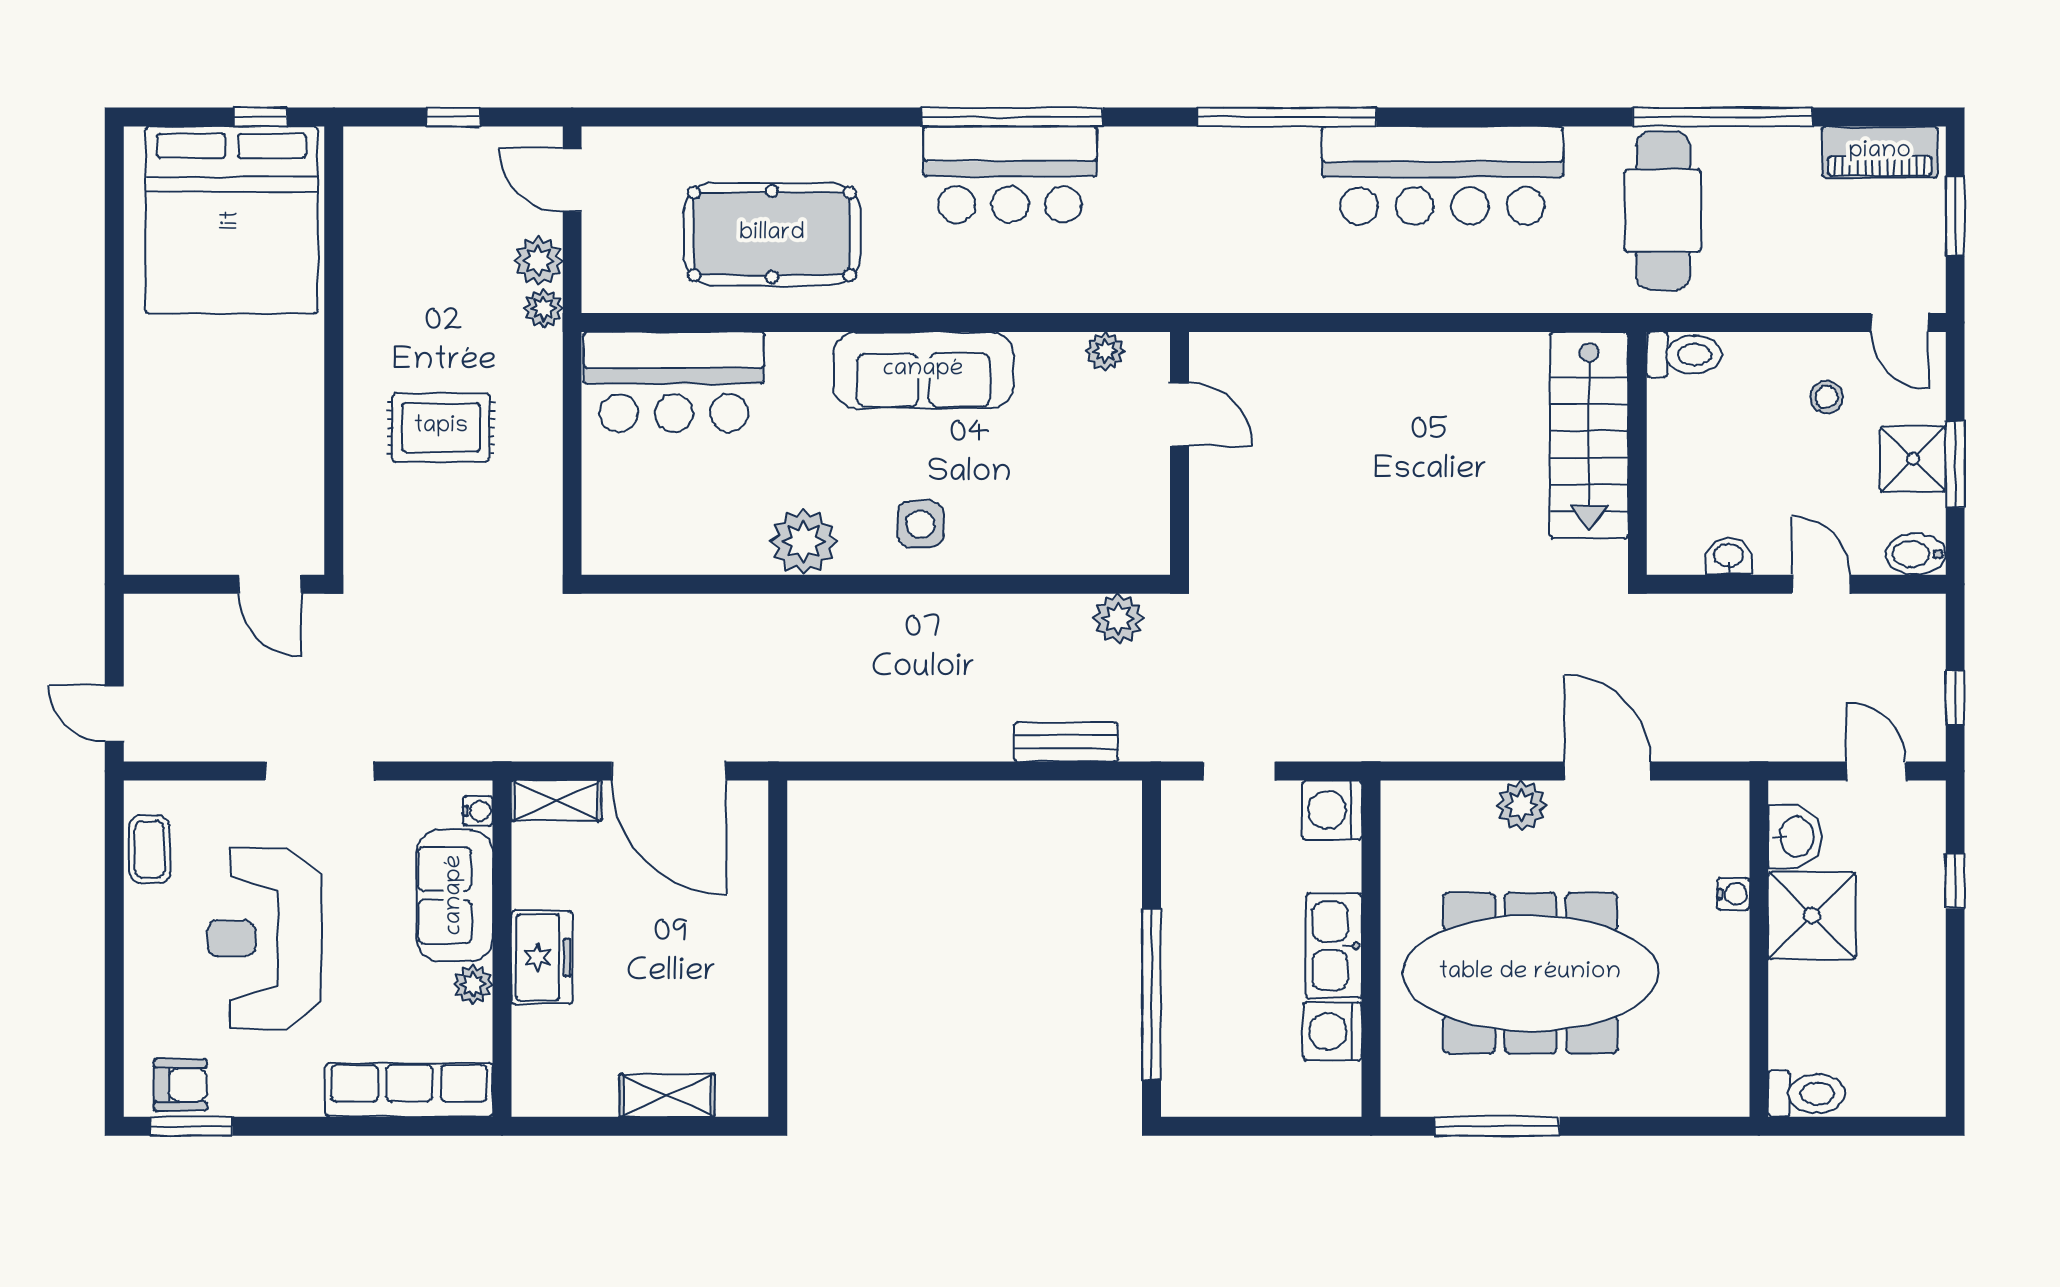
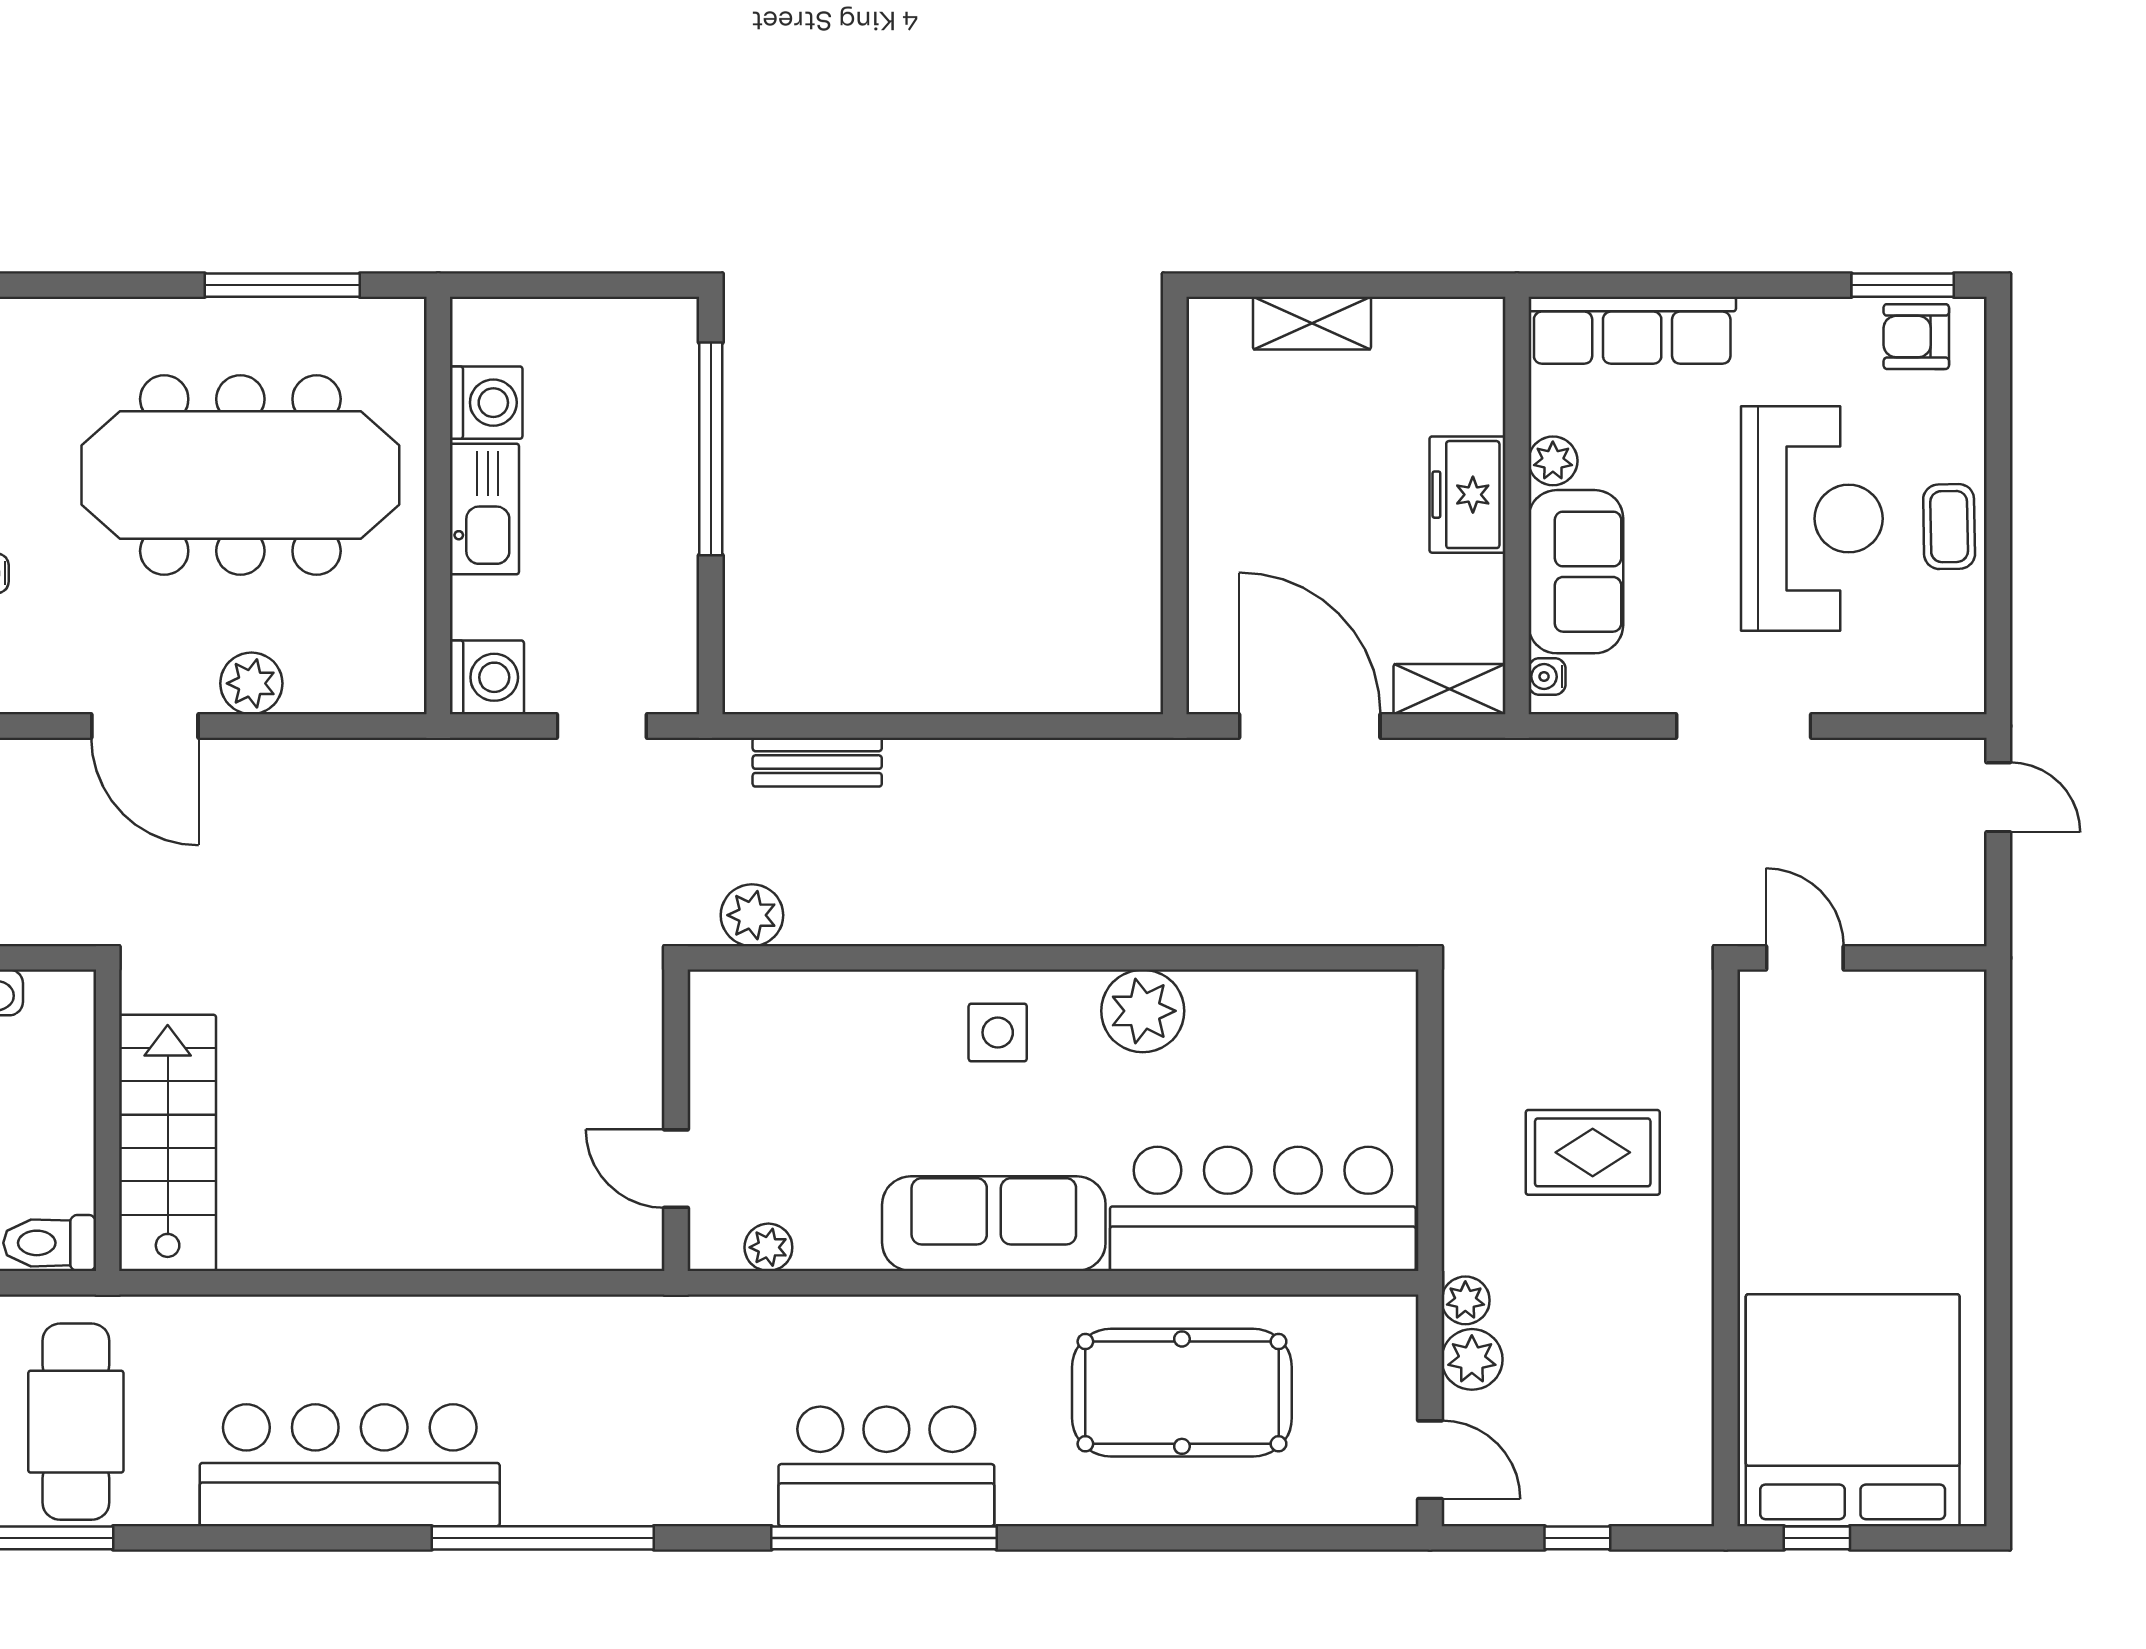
bar counter: (674, 382) -> (1263, 1209), width x1.36
coffee table: (150, 849) -> (1949, 527), moved

